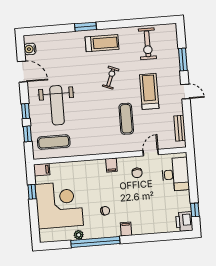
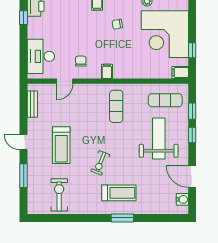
treadmill: (102, 43) -> (119, 193), moved, turned 180
exercise mat: (126, 119) -> (116, 106), moved

